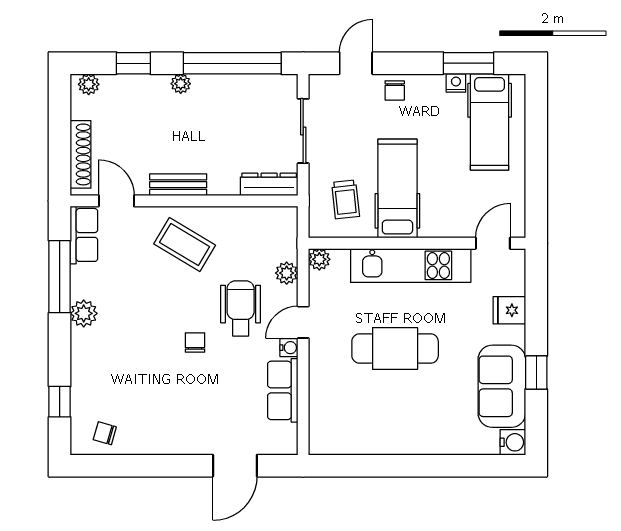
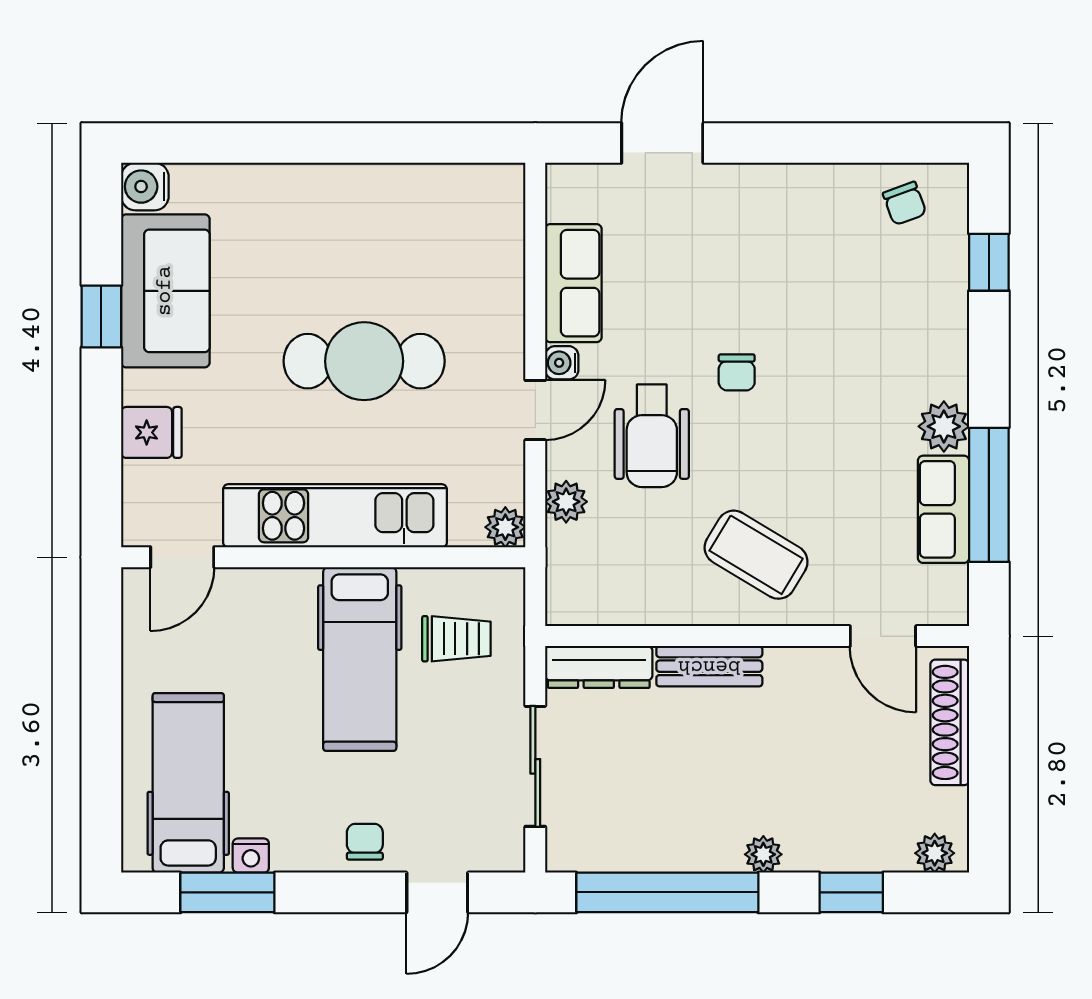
bench: (178, 185) -> (709, 666), moved
trolley: (346, 199) -> (456, 639), turned 96
row of seats: (84, 235) -> (944, 509), moved
chair: (105, 433) -> (905, 203), turned 54

